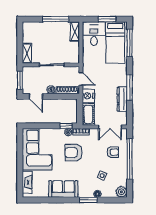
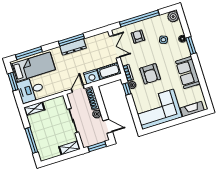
window: (56, 19) -> (31, 140), moved
door: (36, 96) -> (108, 126), hinge flipped
dresser: (122, 99) -> (73, 47), moved

